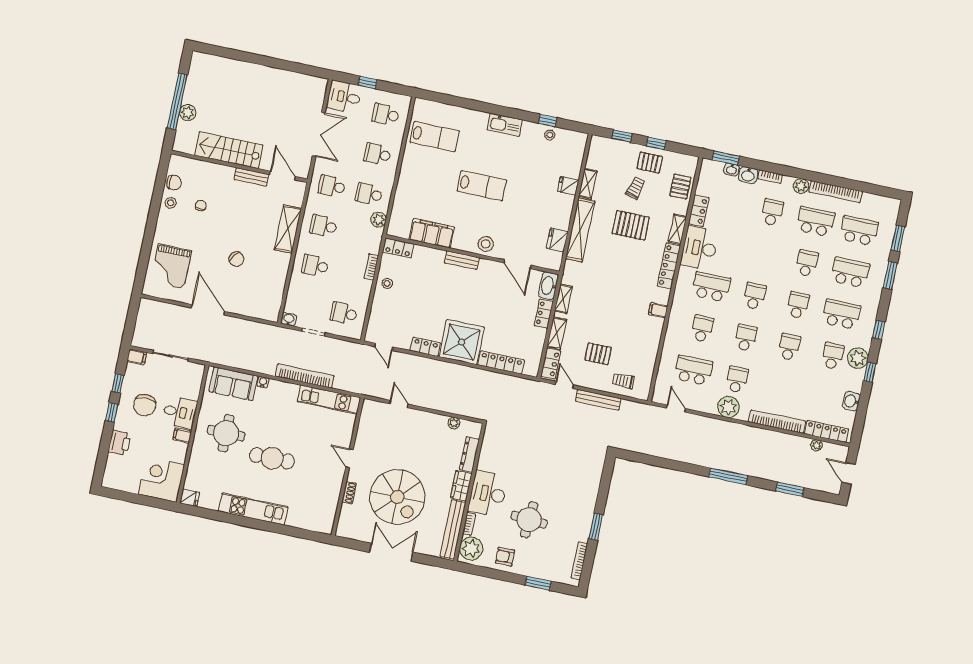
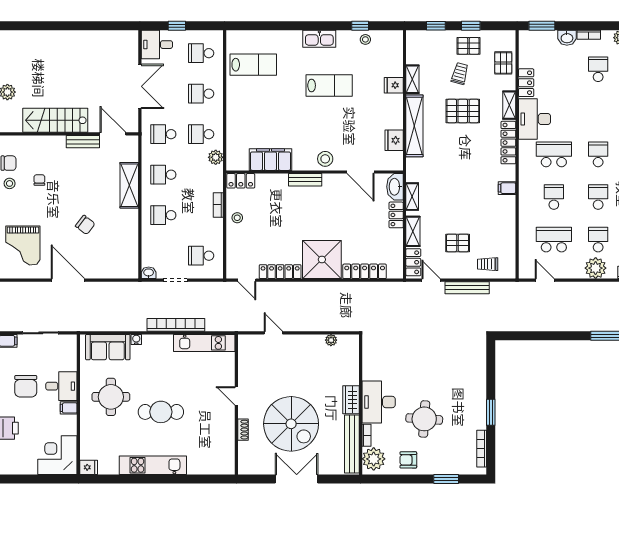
washbasin: (731, 170) -> (550, 36), removed
lab bench: (482, 186) -> (329, 85), moved
locker: (425, 347) -> (280, 272), width x1.53
dresser: (469, 454) -> (353, 367), removed

